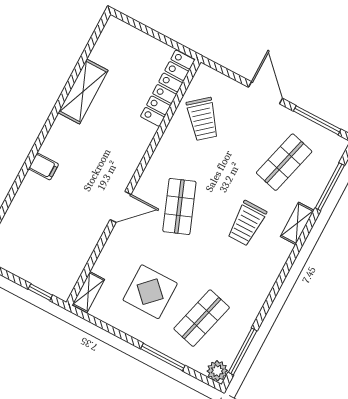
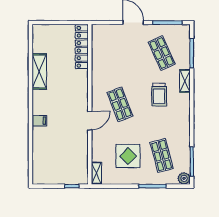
trolley: (203, 119) -> (108, 53), removed
shop shelf: (284, 162) -> (162, 53), turned -39
shop shelf: (202, 318) -> (162, 156), turned -30

